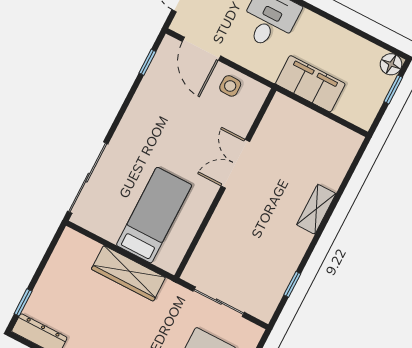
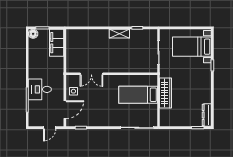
filing cabinet: (310, 84) -> (57, 43), moved
double door: (235, 164) -> (91, 74), moved
shelving: (316, 209) -> (119, 34), moved

